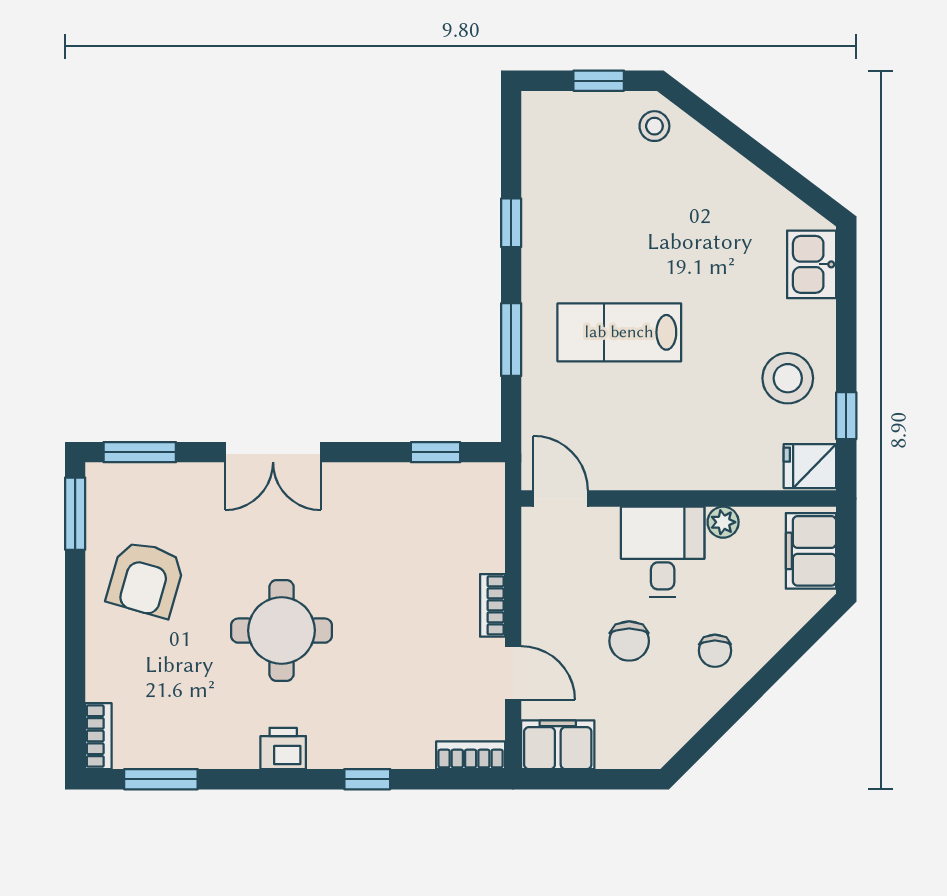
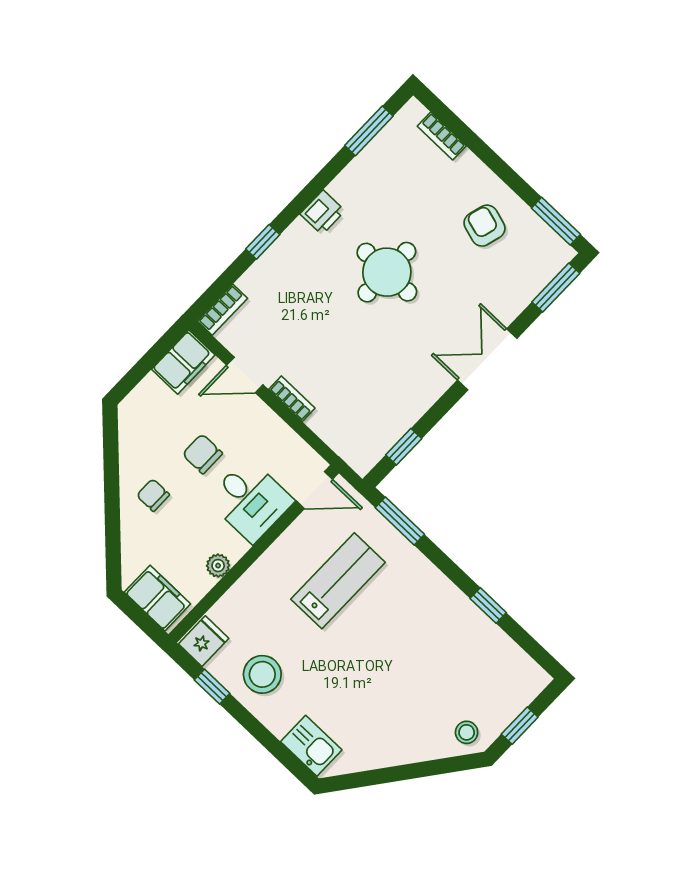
lab bench: (619, 332) -> (338, 581), moved
window: (511, 340) -> (400, 521), moved
desk: (663, 552) -> (250, 500), moved
armchair: (146, 579) -> (485, 226), width x0.72, depth x0.72
bookcase: (98, 736) -> (442, 136), moved

